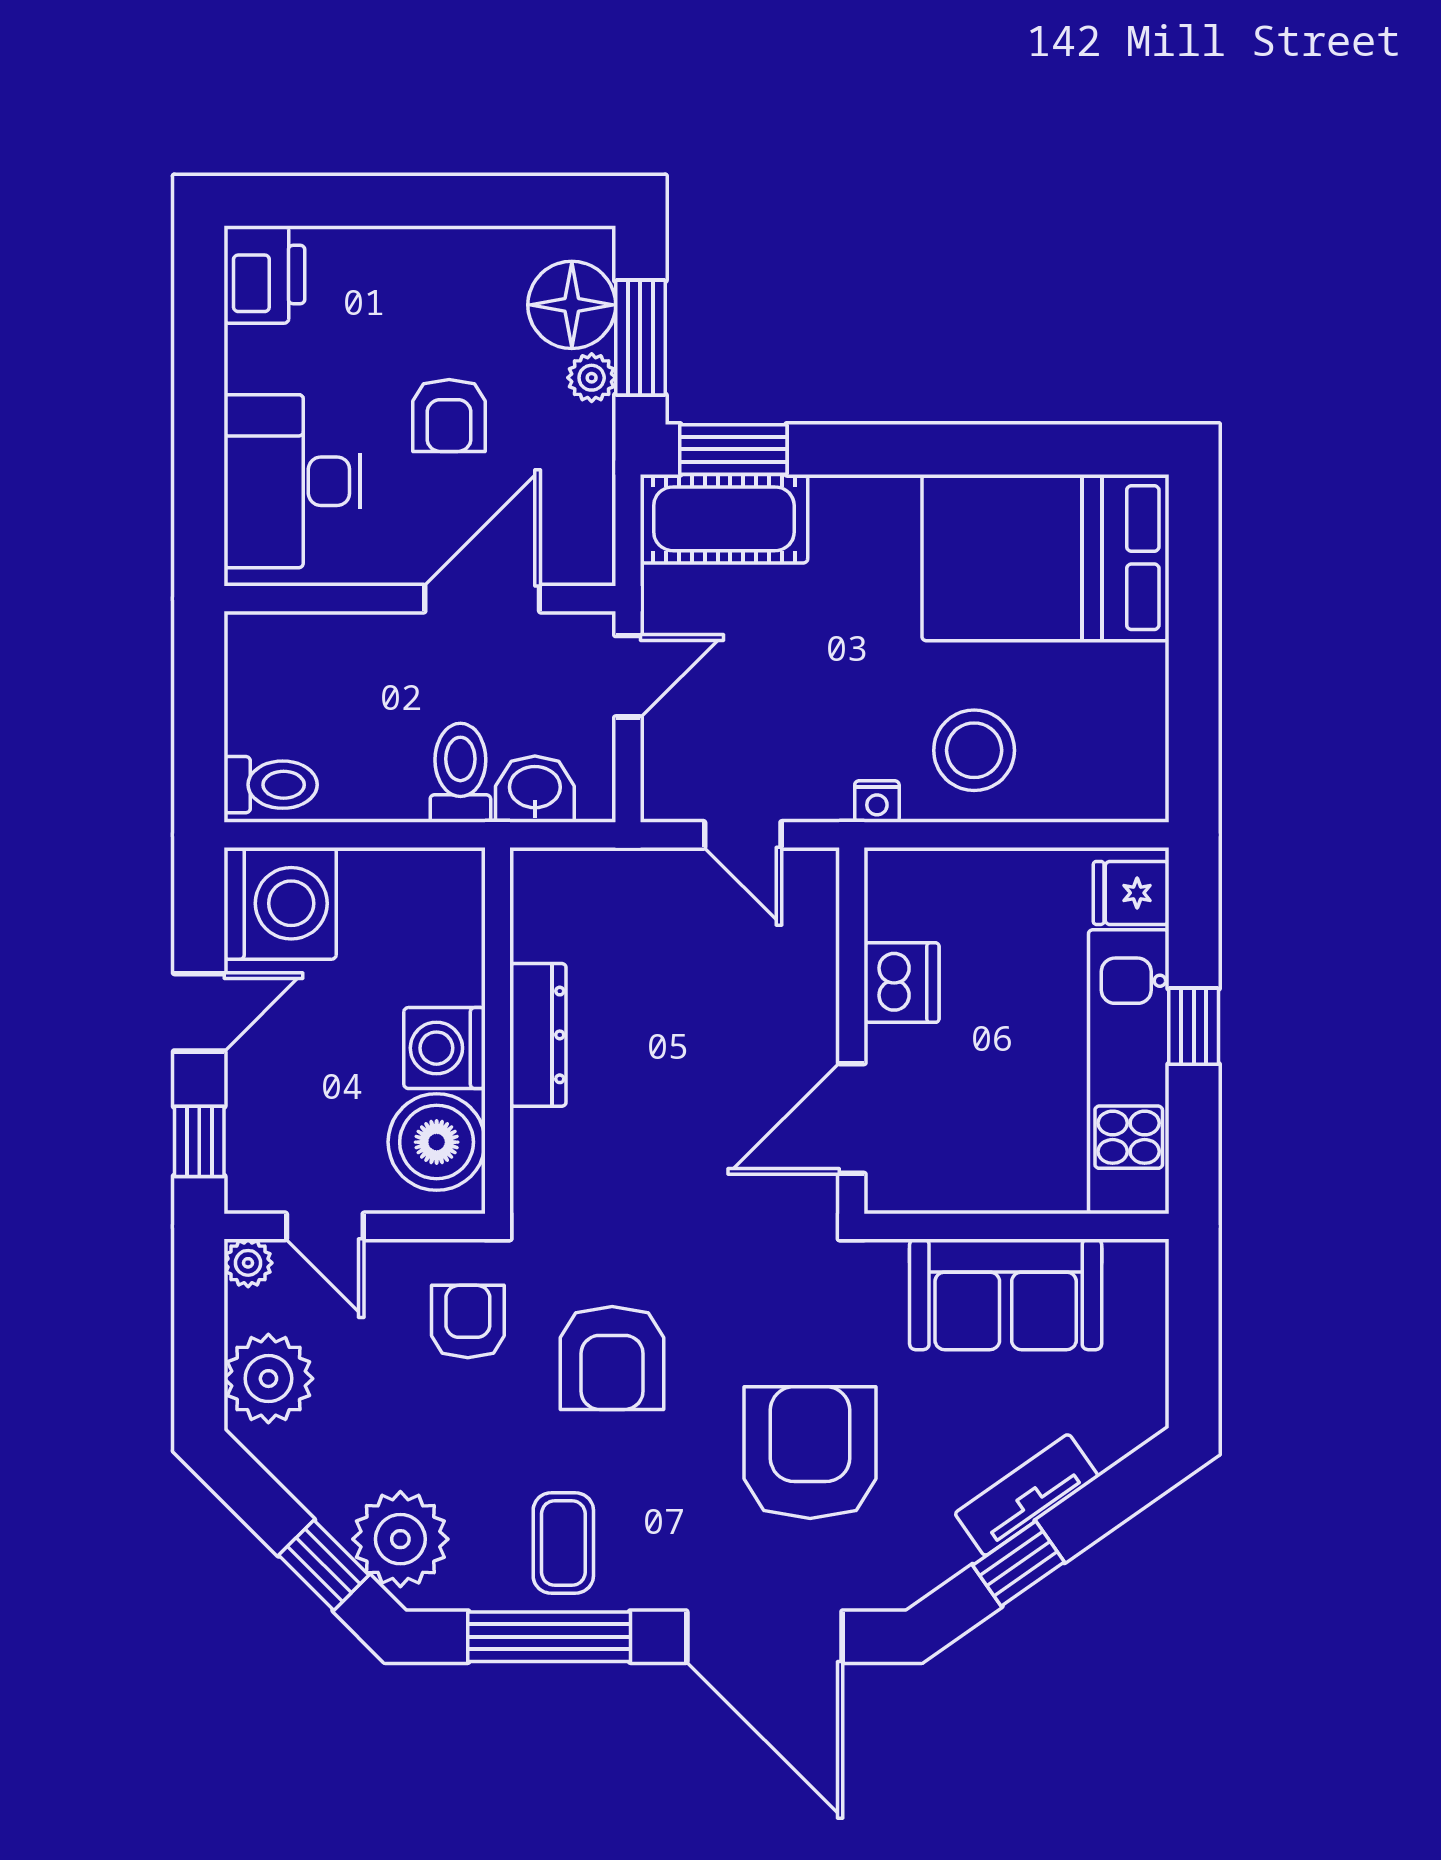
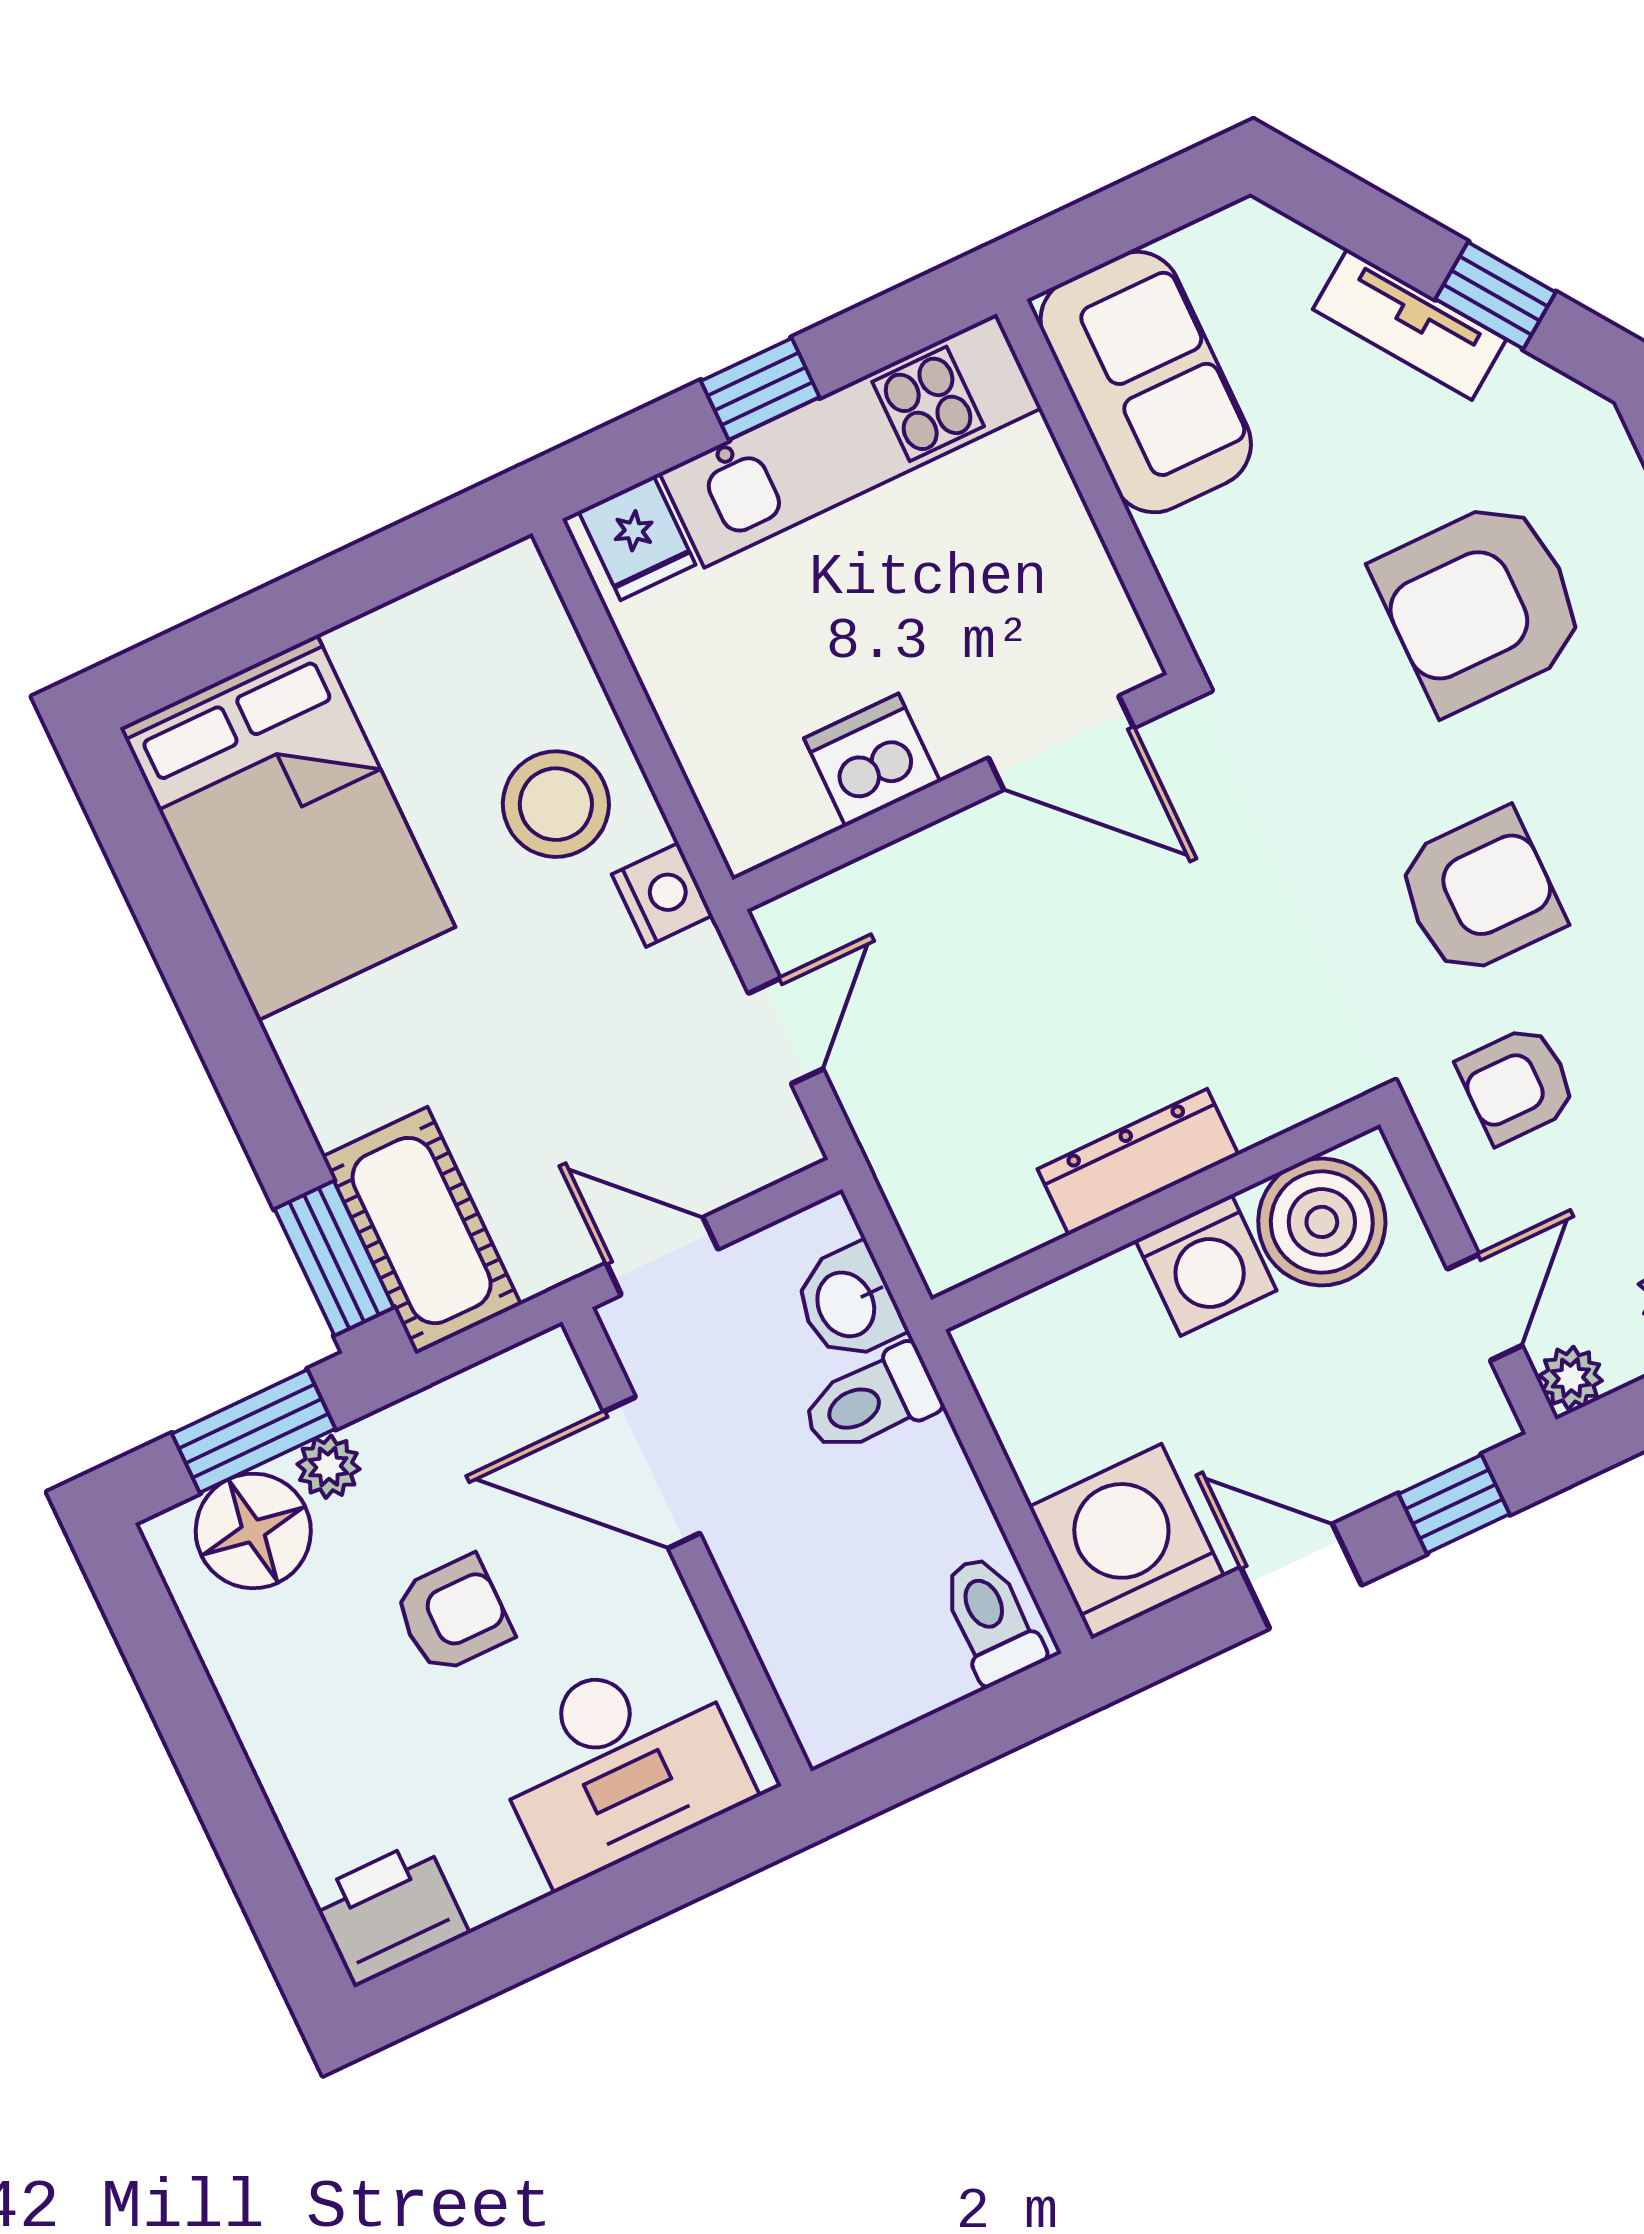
nightstand: (877, 802) -> (662, 895), width x1.39, depth x1.35
sofa: (1006, 1294) -> (1146, 382), moved

